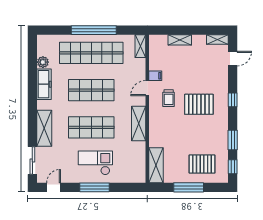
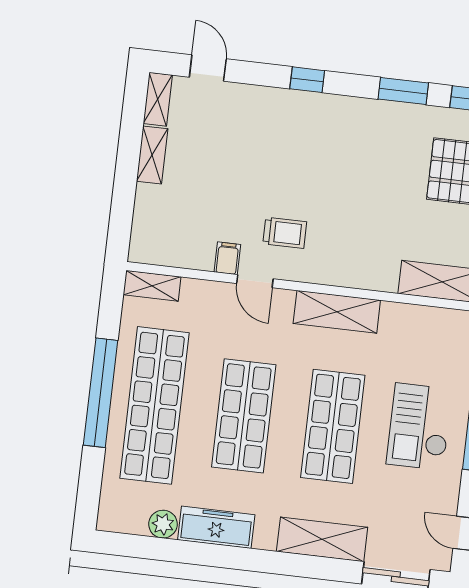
shelving: (180, 40) -> (152, 155), moved
pallet: (199, 104) -> (308, 162), removed

